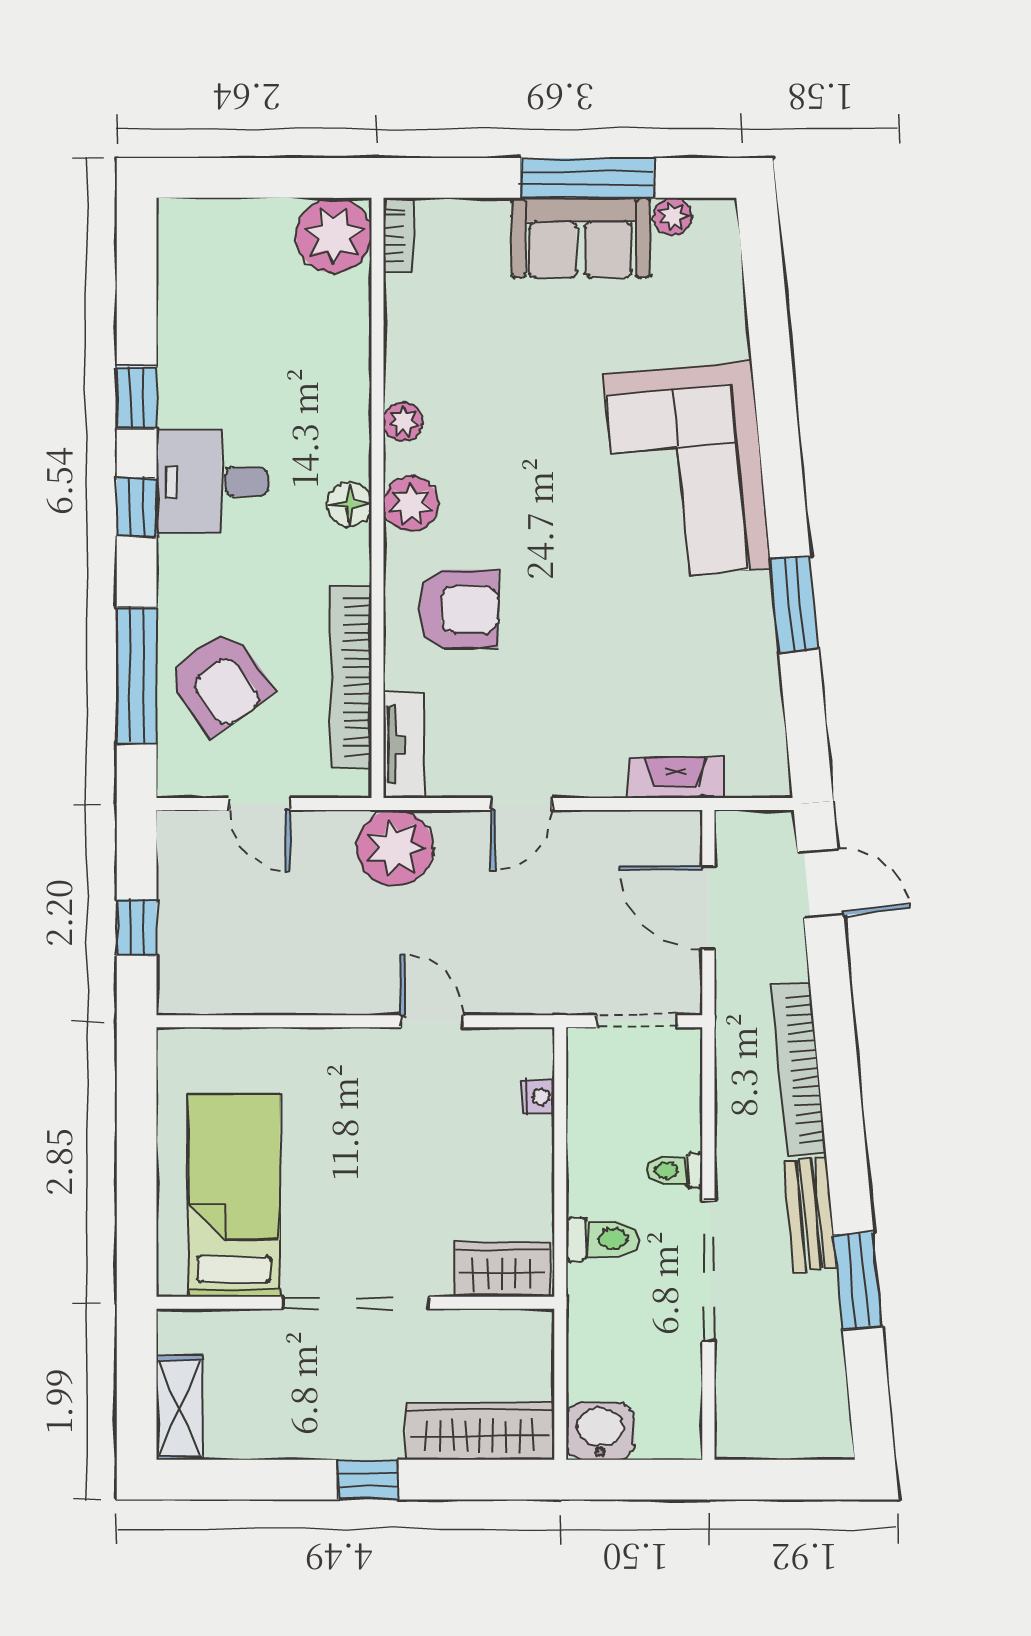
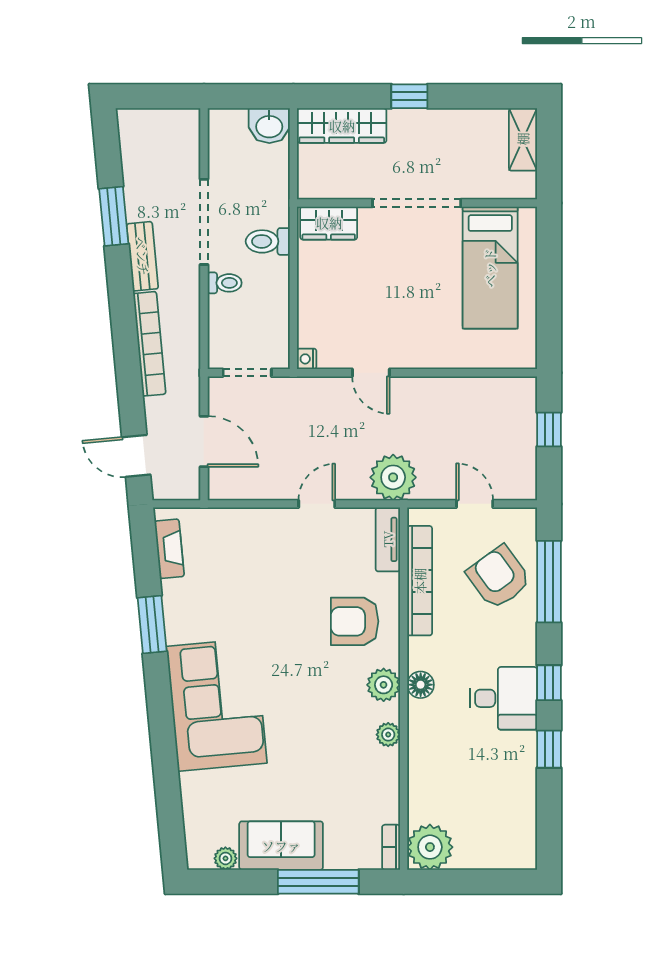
window: (587, 178) -> (318, 882), moved
fireplace: (676, 778) -> (169, 549), moved, turned -95
nightstand: (538, 1097) -> (307, 359), moved

